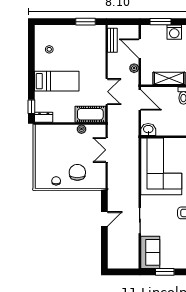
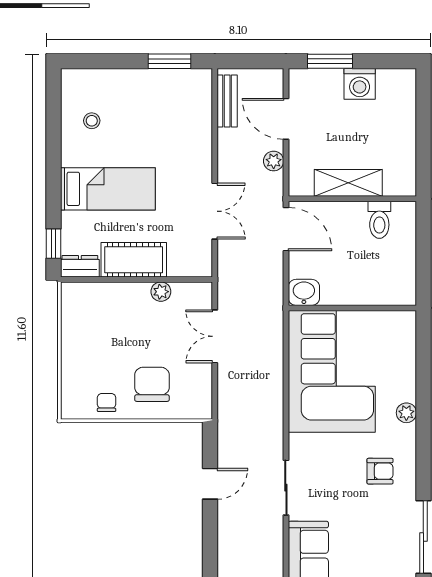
cot: (90, 114) -> (134, 260), moved

